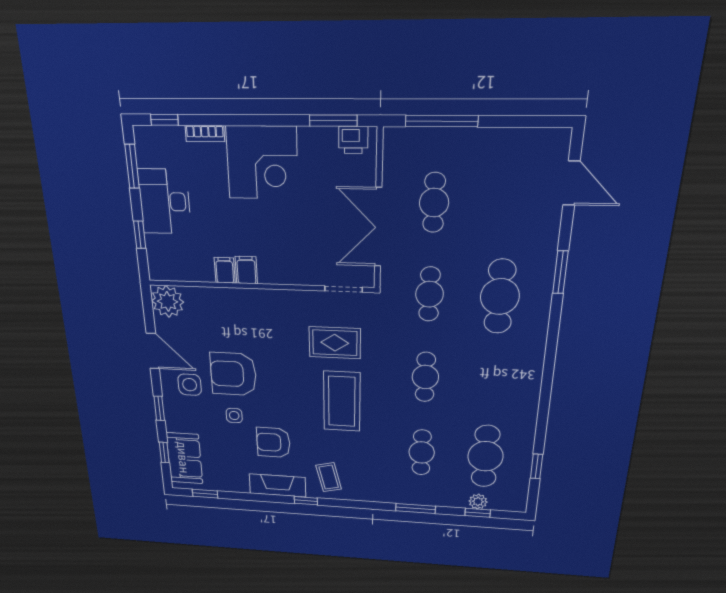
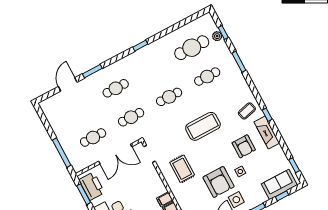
printer: (353, 140) -> (92, 186), width x1.87, depth x1.48
door: (571, 183) -> (68, 84), moved
cafe table: (500, 297) -> (116, 88), width x0.73, depth x0.74
rug: (335, 343) -> (182, 169), moved
window: (537, 466) -> (140, 46), moved

